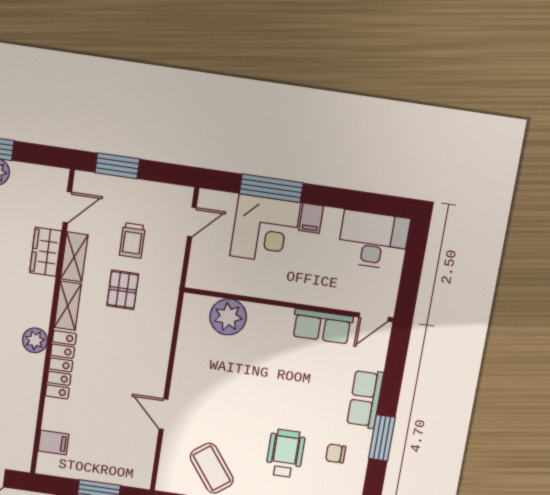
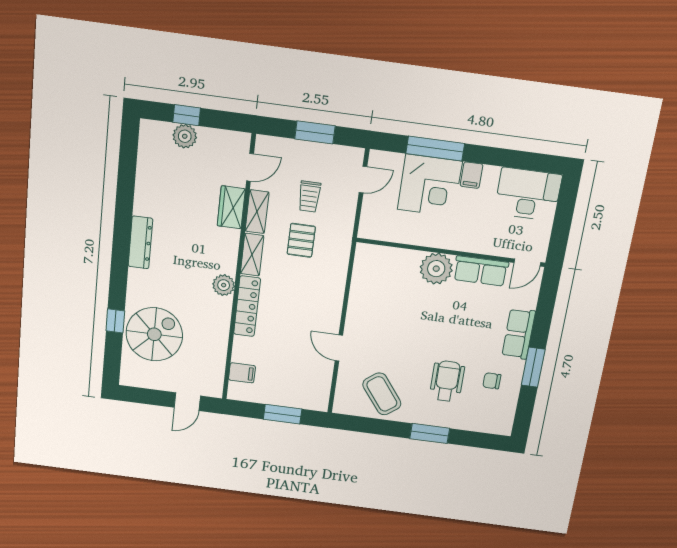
window: (117, 166) -> (315, 132), moved
plant: (228, 317) -> (436, 269), moved

